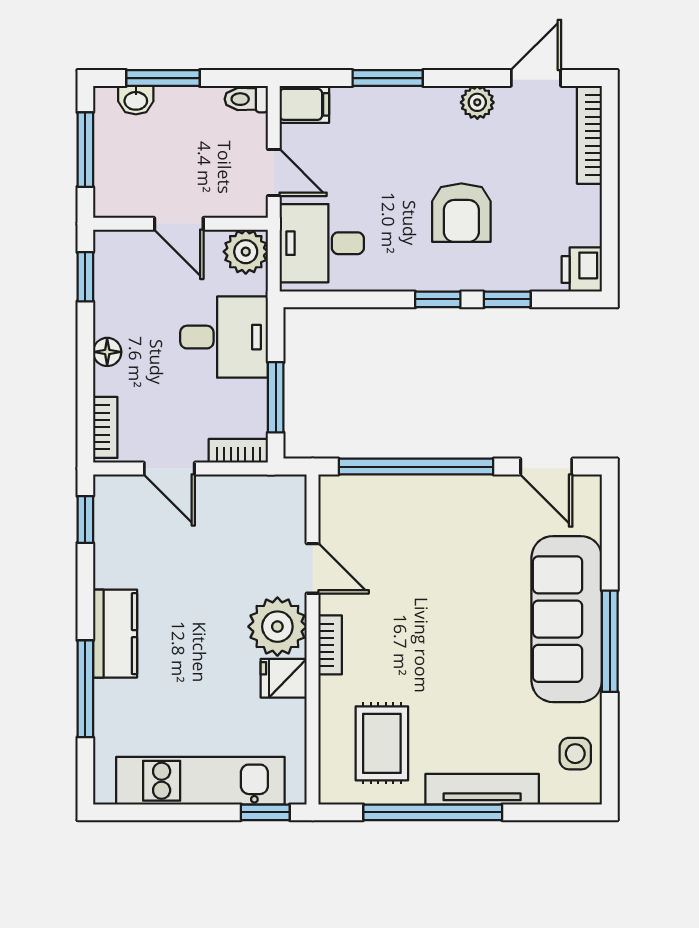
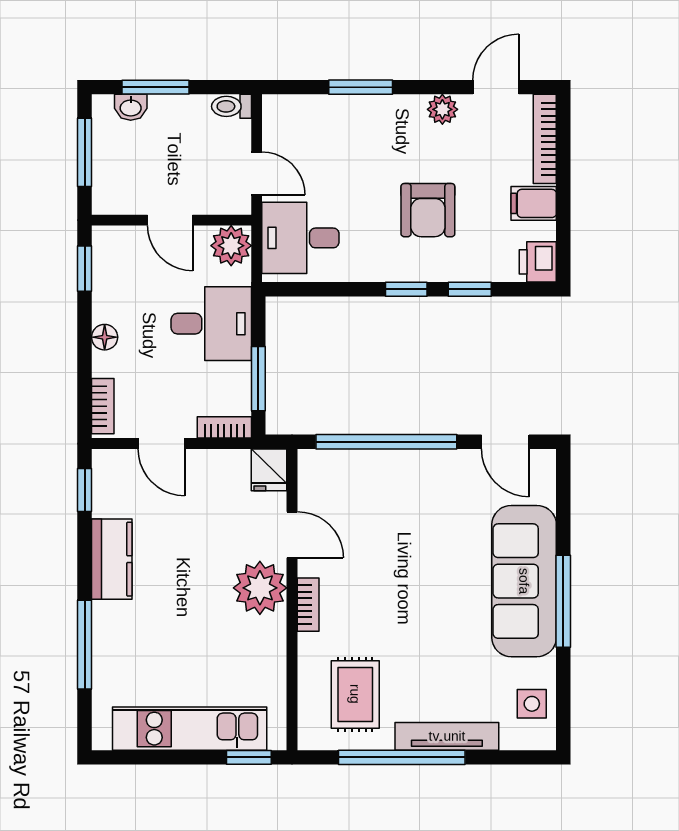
filing cabinet: (304, 104) -> (534, 203), moved, turned 180
kitchen counter: (115, 634) -> (112, 559), moved
fridge: (284, 678) -> (269, 470), moved, turned -90

